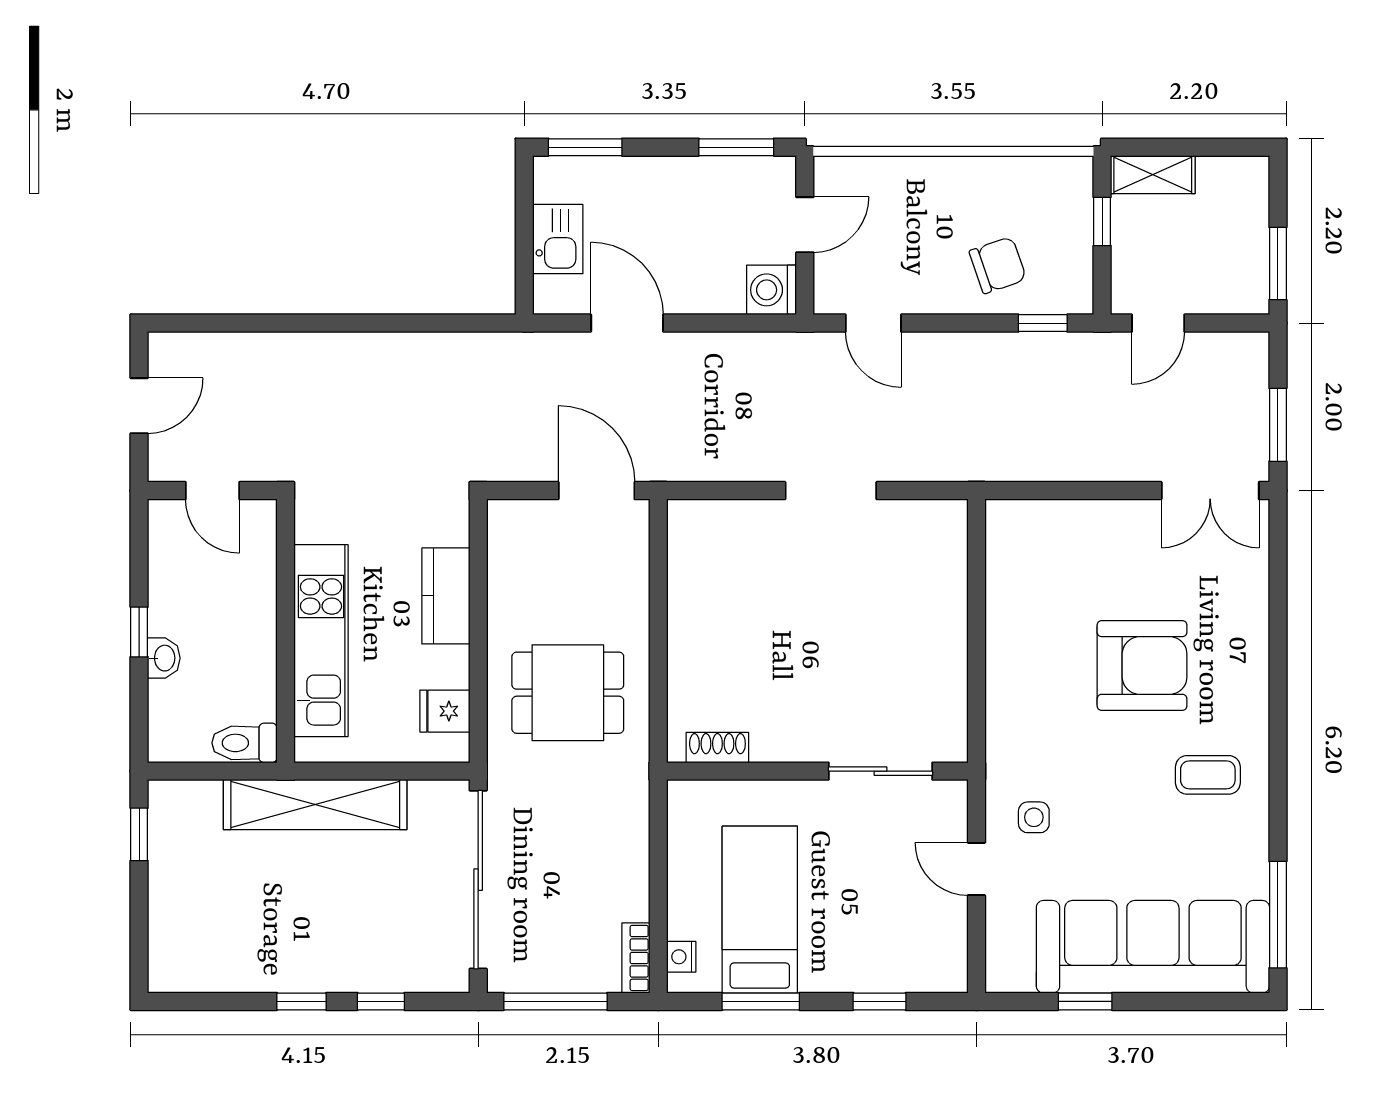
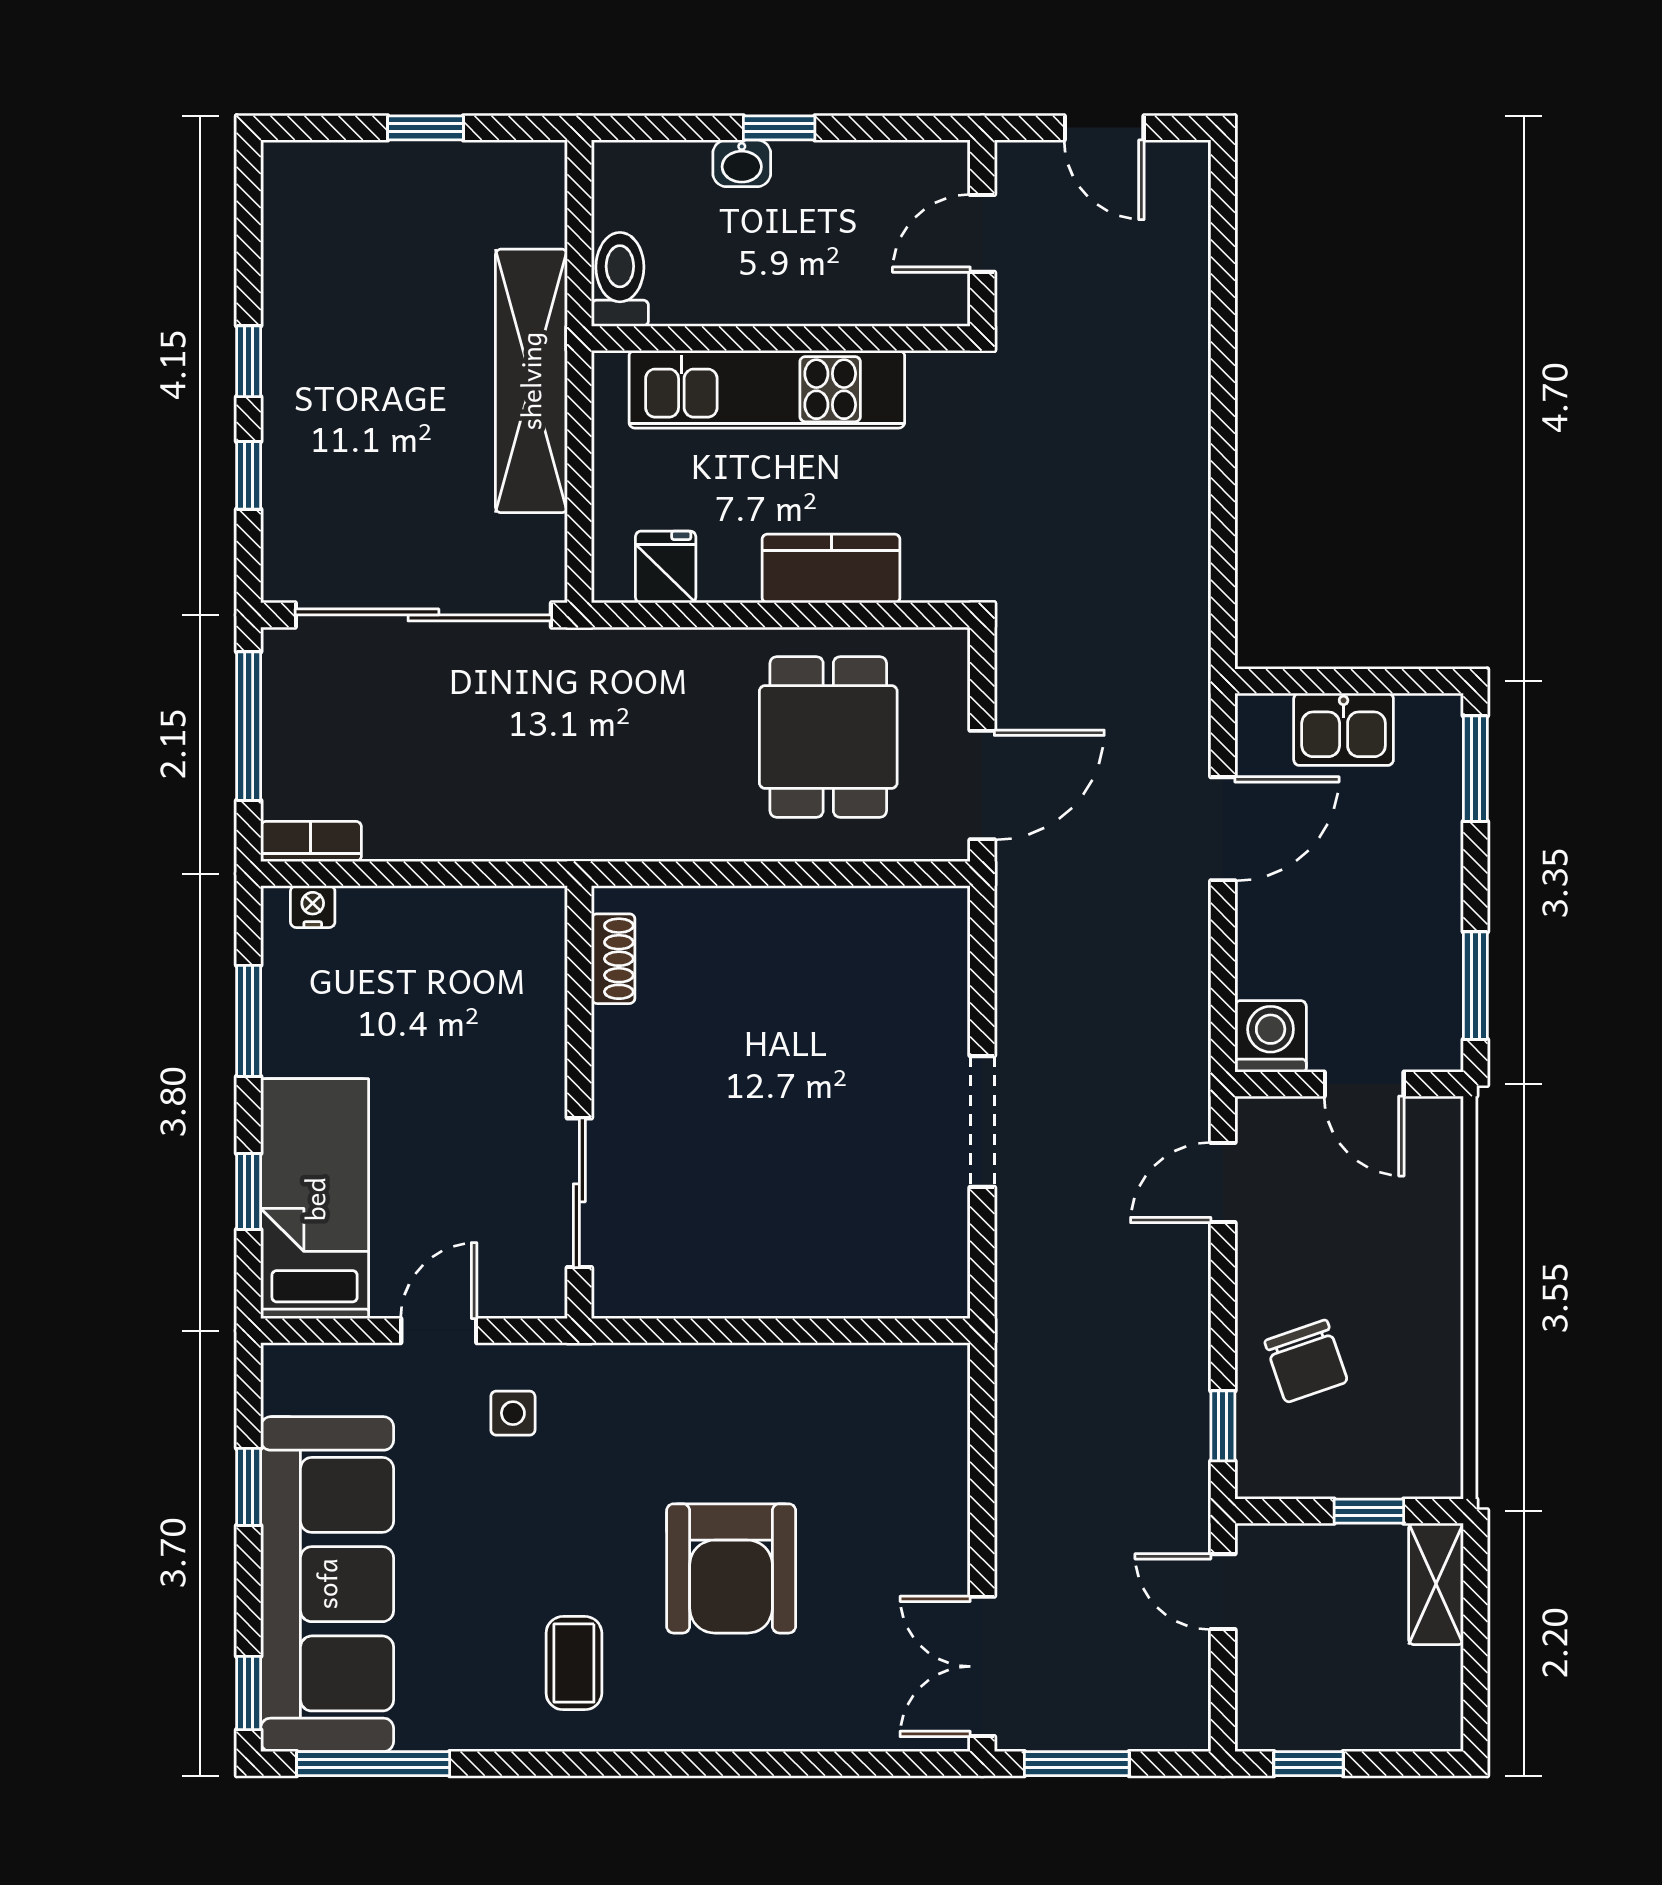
window: (1278, 263) -> (1308, 1764), width x0.67
dining table: (568, 693) -> (828, 737), moved
window: (139, 834) -> (425, 128), moved
bed: (760, 910) -> (315, 1199), moved, turned -90
window: (1229, 1001) -> (249, 1693), added

